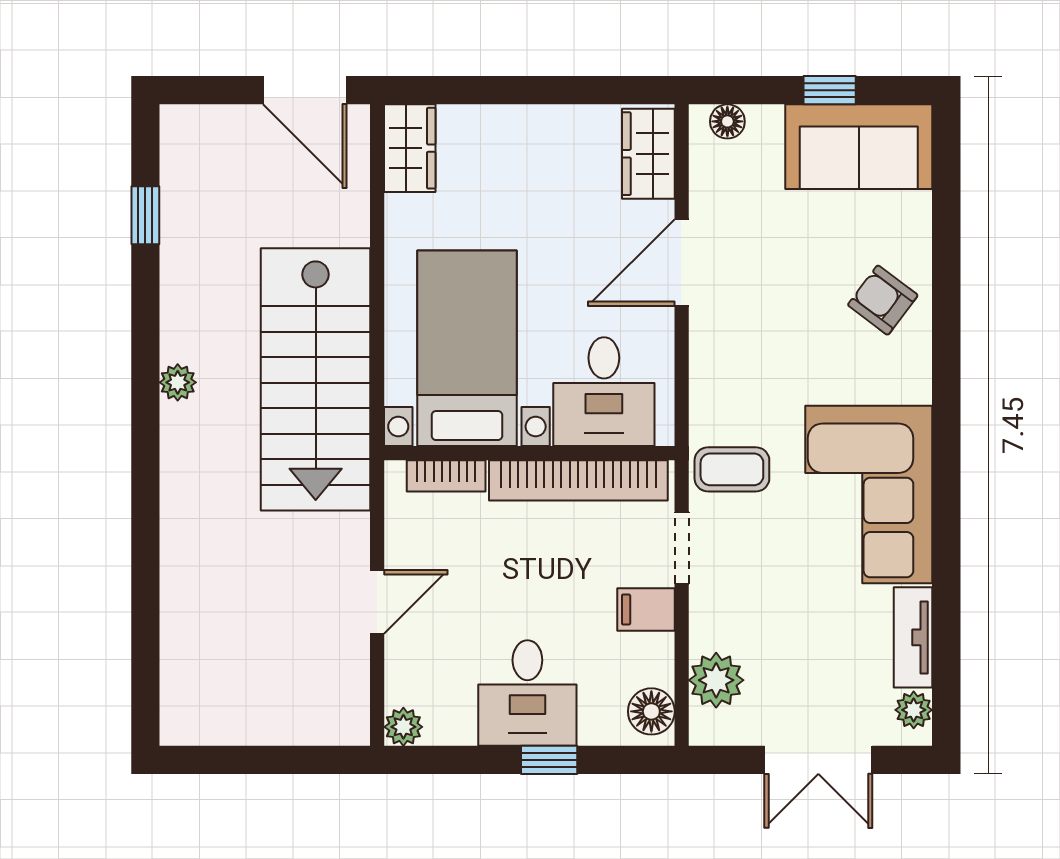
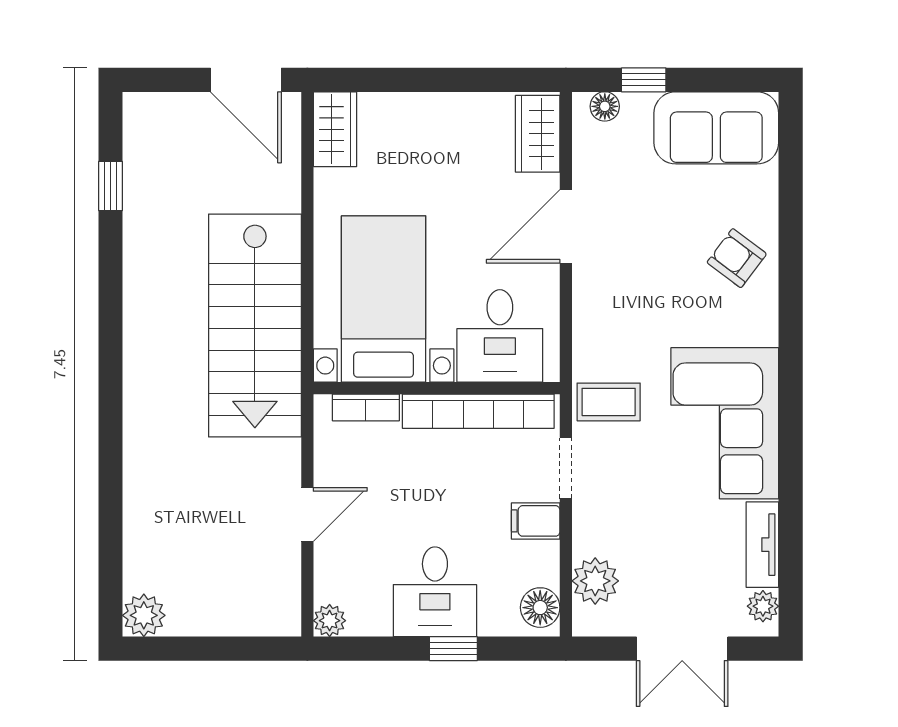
window: (830, 90) -> (644, 80), moved
plant: (178, 382) -> (144, 615), moved, width x1.38, depth x1.38

